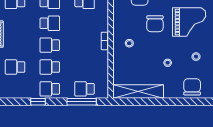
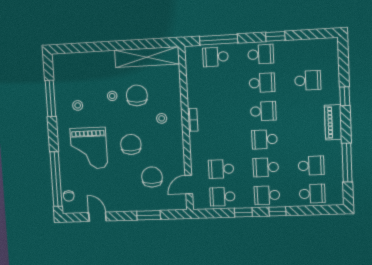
grand piano: (189, 22) -> (89, 148), turned -90
chair: (192, 87) -> (137, 95), moved, turned 180
school desk: (85, 89) -> (216, 57), turned 180

